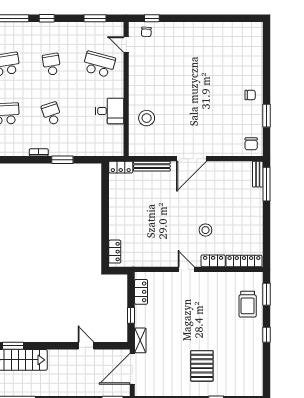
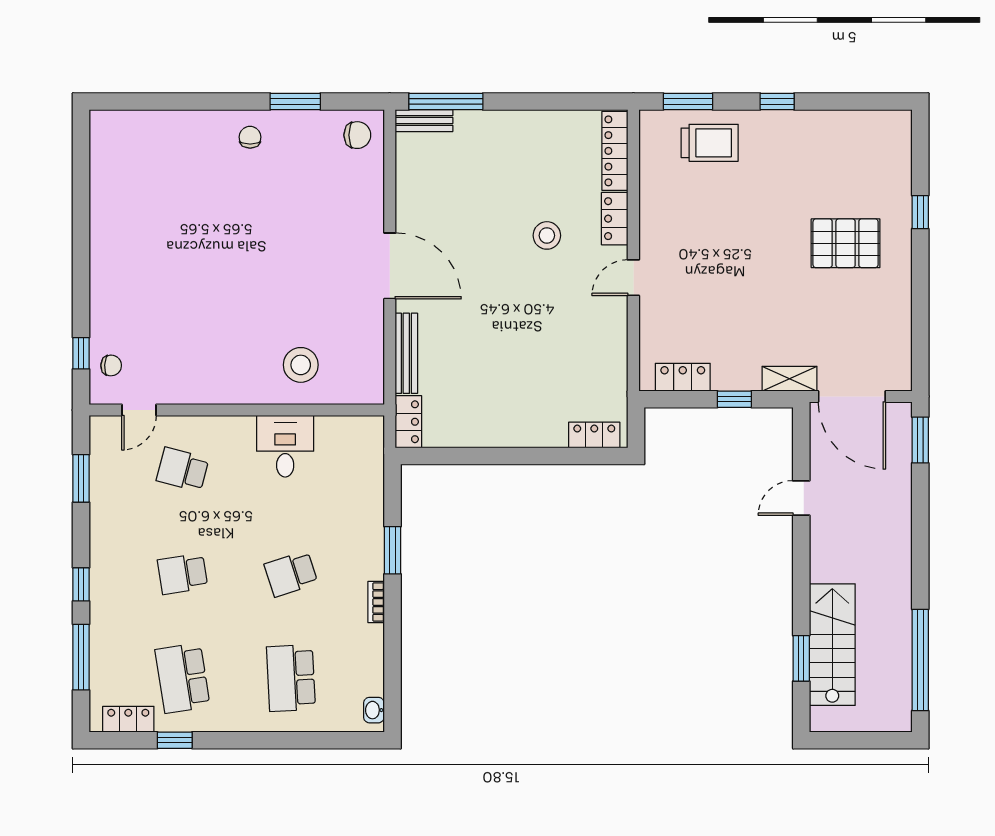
school desk: (99, 64) -> (183, 470), width x0.54

